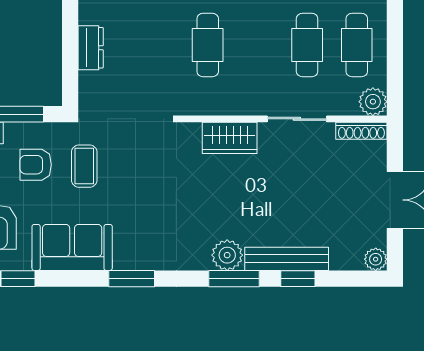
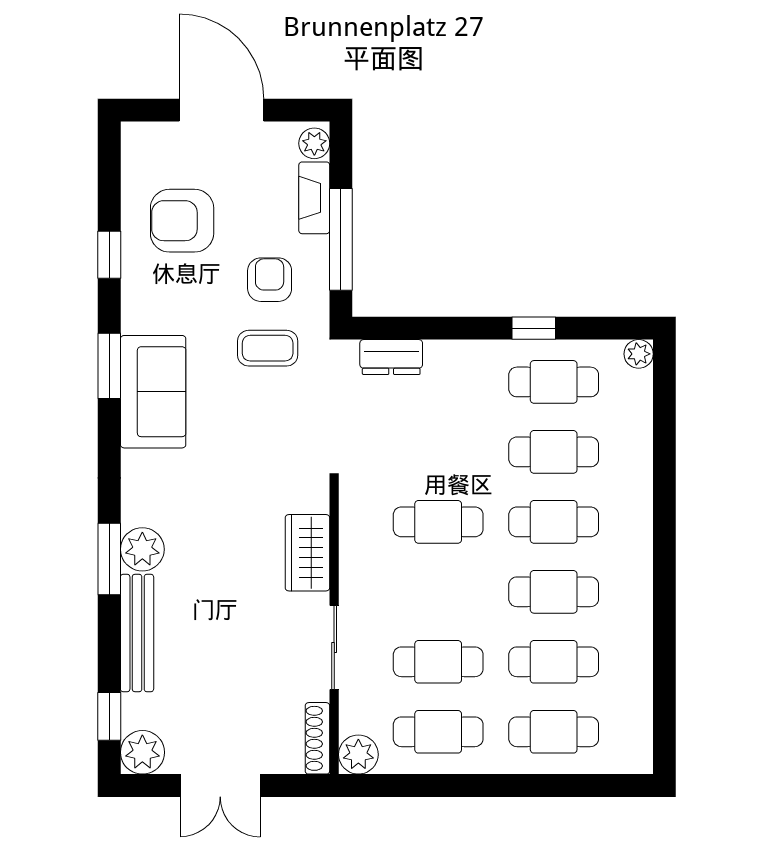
dresser: (91, 48) -> (391, 357), moved
sofa: (72, 247) -> (153, 392), moved
plant: (376, 259) -> (142, 752), width x1.38, depth x1.38
window: (132, 279) -> (109, 366), moved
window: (298, 279) -> (109, 716), moved

